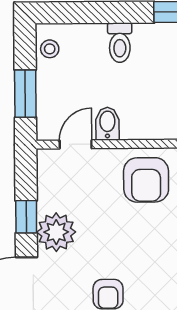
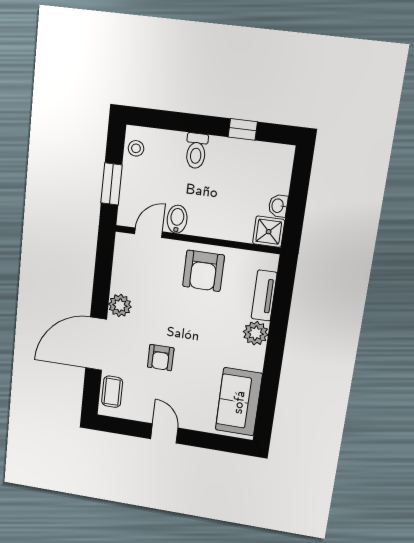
window: (26, 217) -> (102, 286), removed
plant: (56, 232) -> (120, 305), width x0.73, depth x0.73

